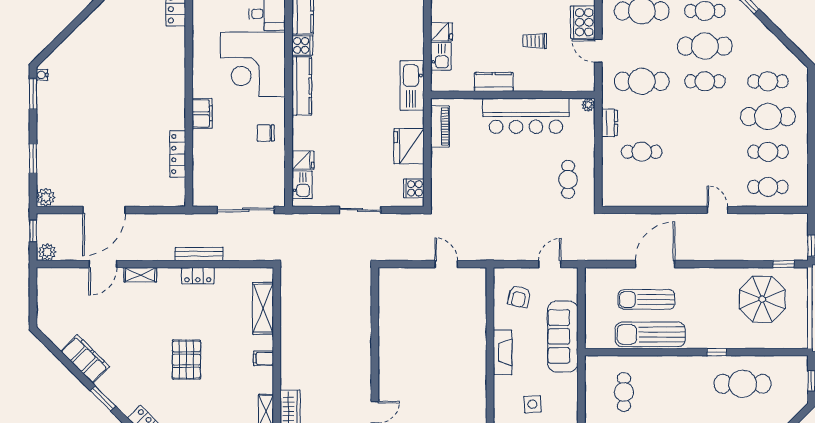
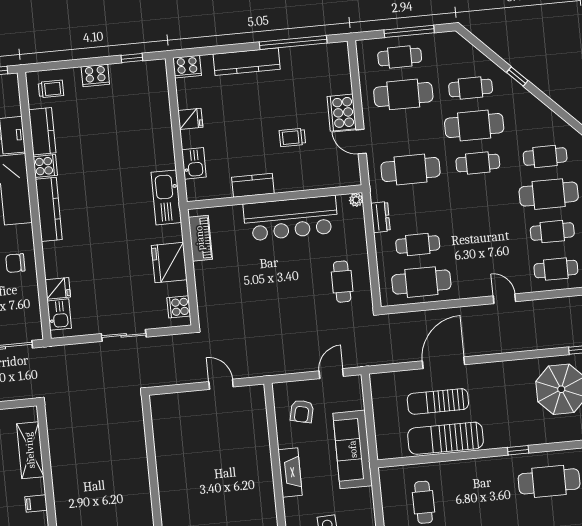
fridge: (442, 32) -> (190, 119), moved
cafe table: (642, 187) -> (421, 282), added

